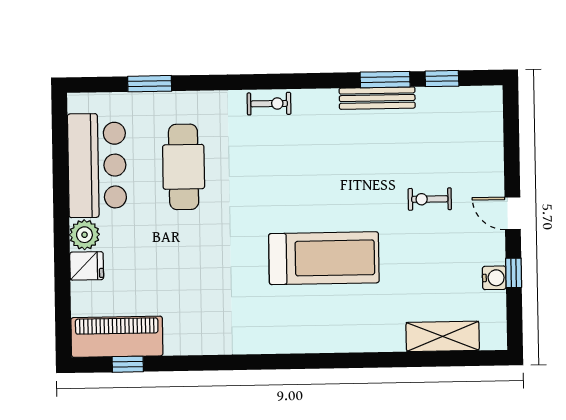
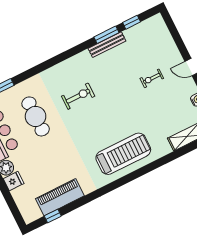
exercise bike: (269, 104) -> (78, 96), moved, width x1.38, depth x1.39
treadmill: (324, 258) -> (123, 154), moved
piano: (117, 337) -> (60, 197), moved

